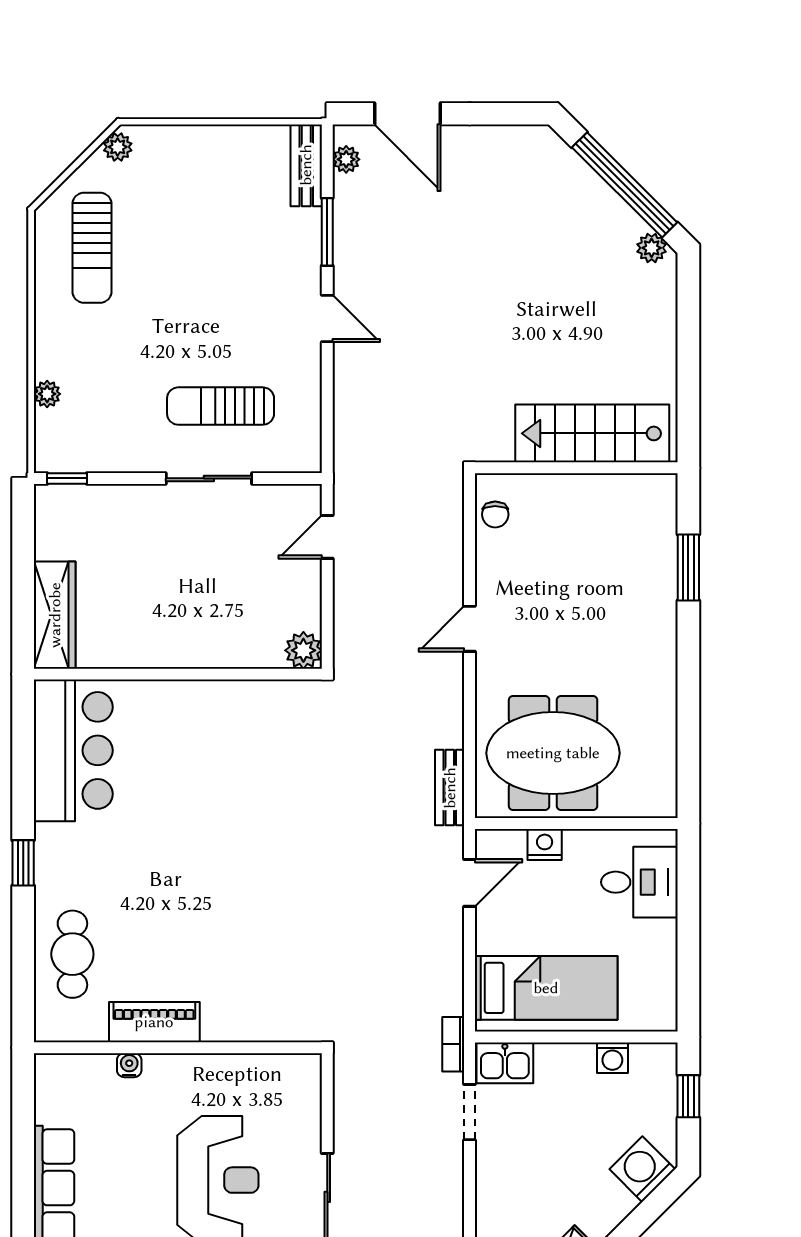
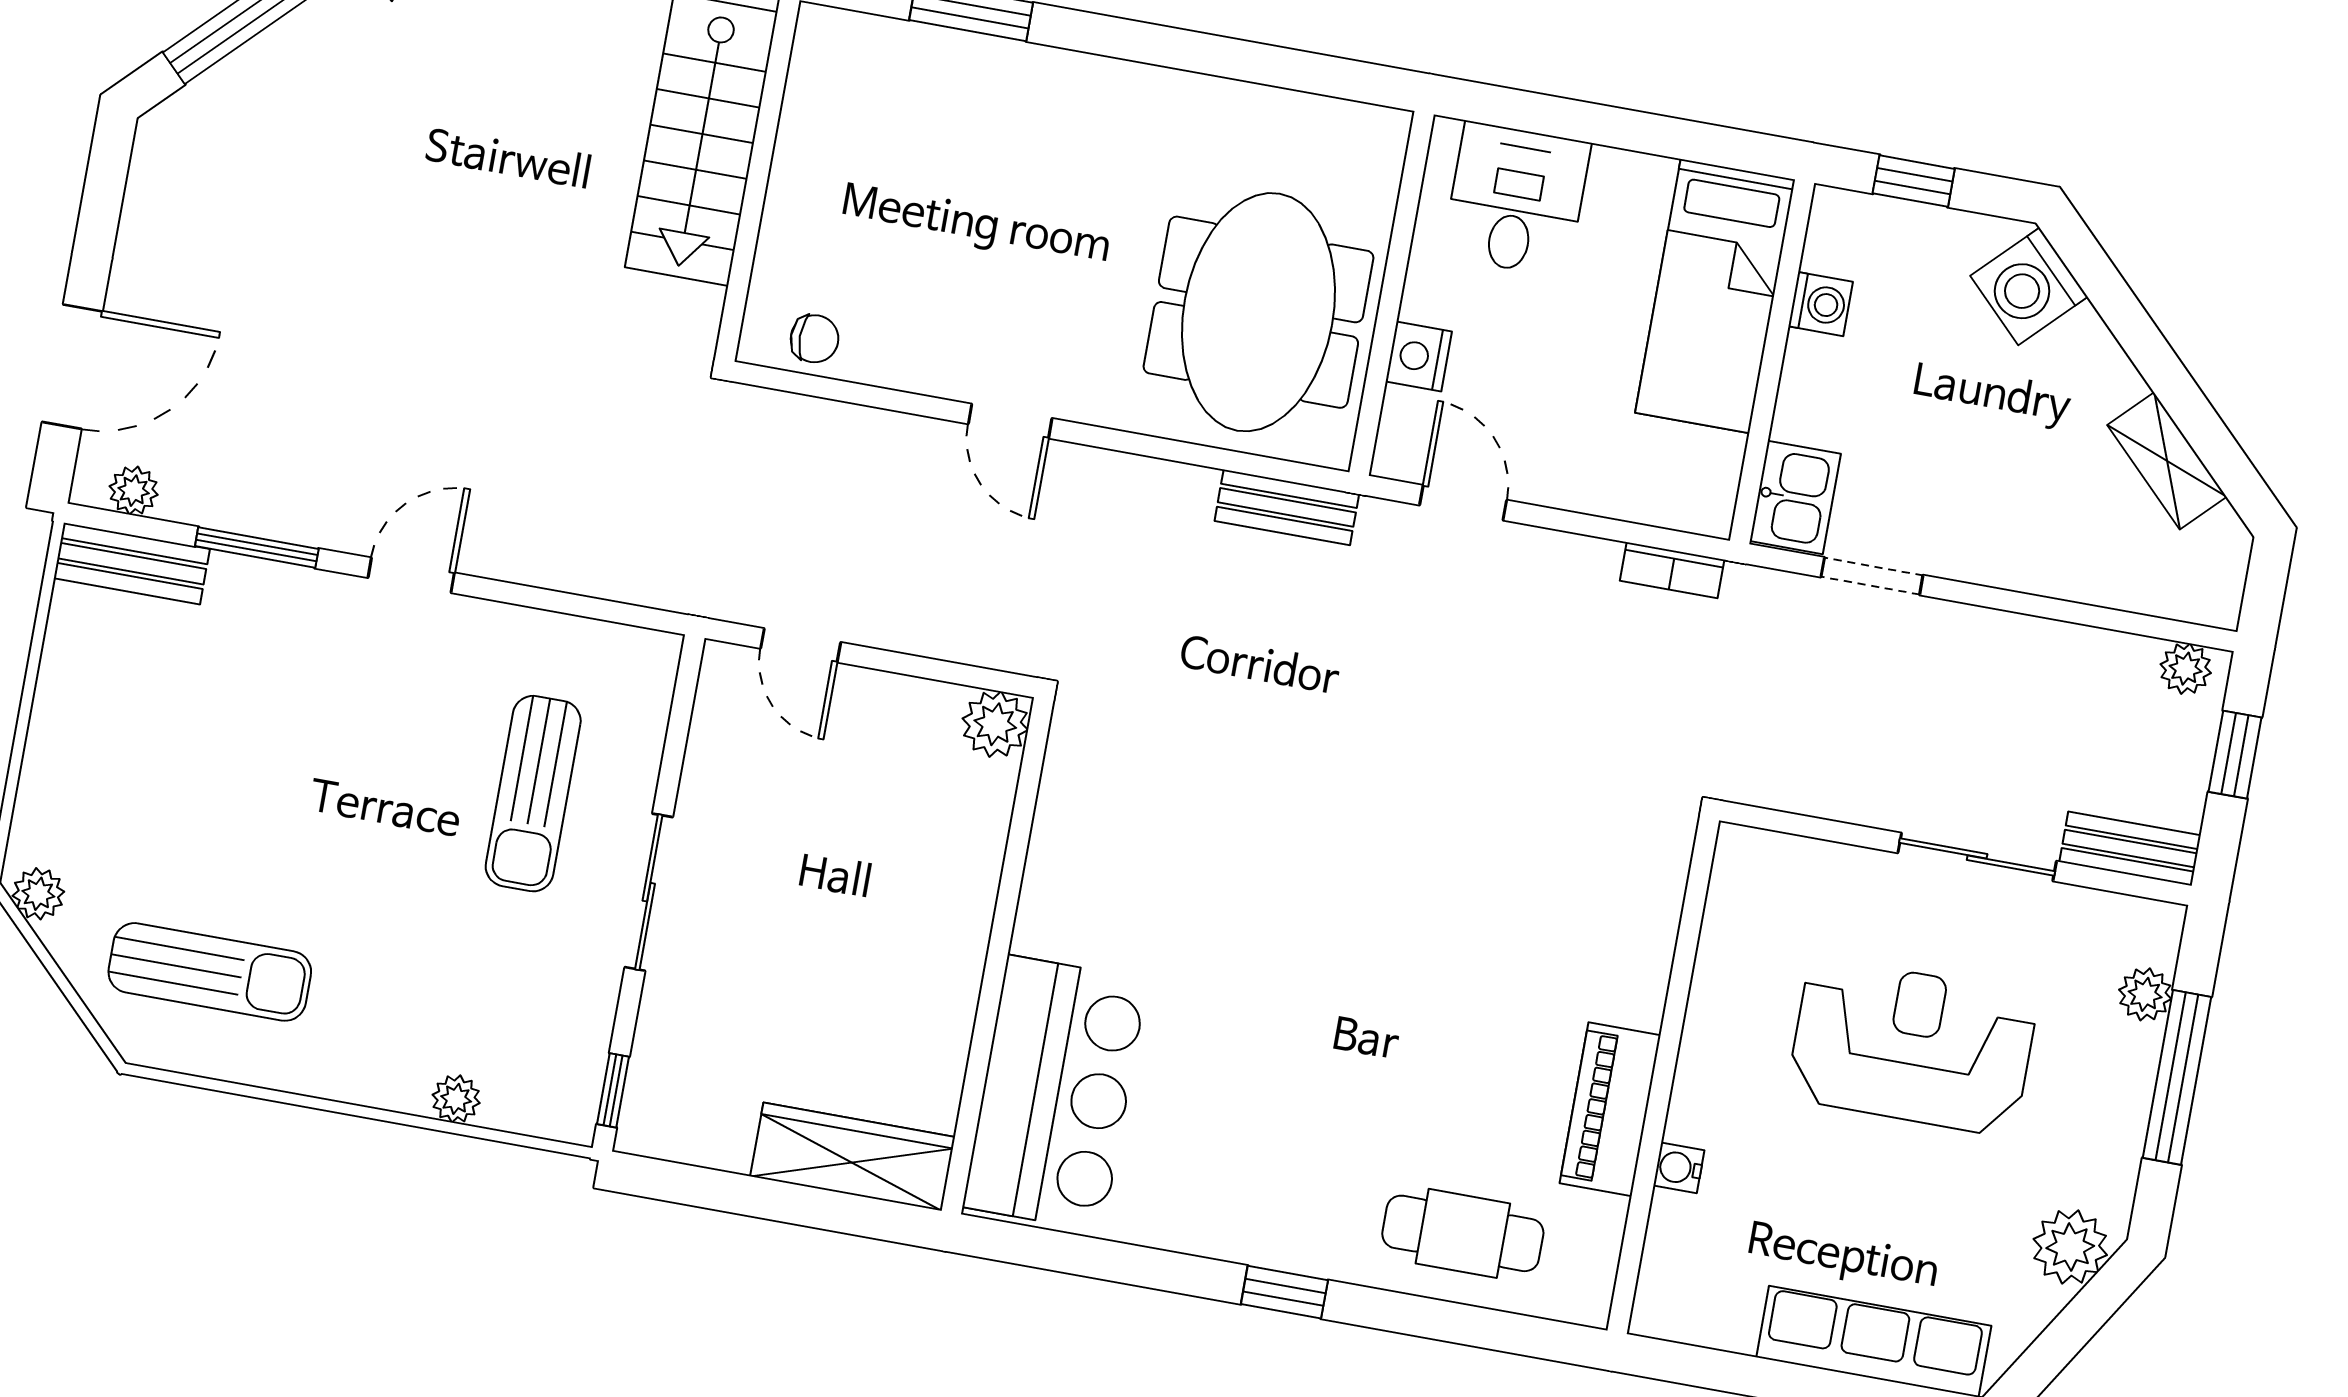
sliding door: (209, 478) -> (649, 892), moved
bar counter: (73, 750) -> (1055, 1093), moved, turned 90
bed: (546, 988) -> (1715, 296), moved, turned 180
bookcase: (453, 1044) -> (1672, 570), moved

